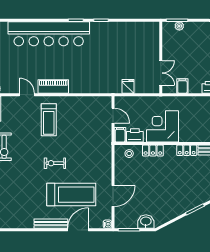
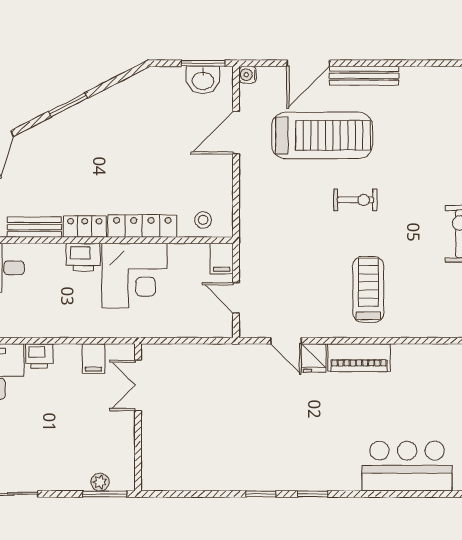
bar counter: (49, 34) -> (407, 466), width x0.54
fridge: (128, 86) -> (314, 358), moved
door: (27, 95) -> (286, 341), moved
printer: (135, 135) -> (83, 257), moved
locker: (153, 151) -> (142, 226), width x1.53
treadmill: (71, 195) -> (322, 135), turned 180
washbasin: (146, 222) -> (203, 80), moved

